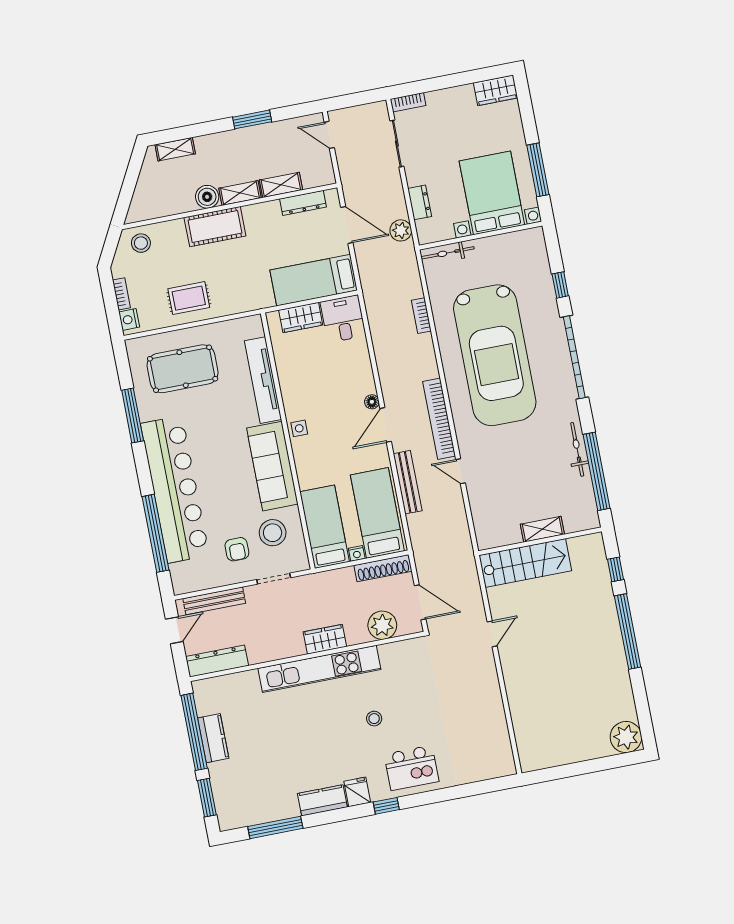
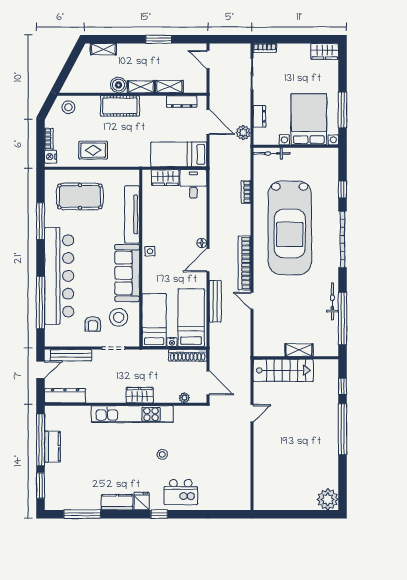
plant: (382, 625) -> (184, 398), width x0.53, depth x0.53

